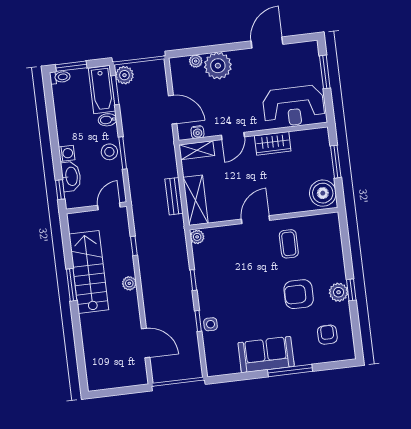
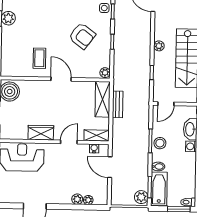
plant: (218, 66) -> (77, 199), width x0.53, depth x0.53
door: (255, 220) -> (61, 79), swing flipped
armchair: (299, 294) -> (82, 36), moved, turned 37

